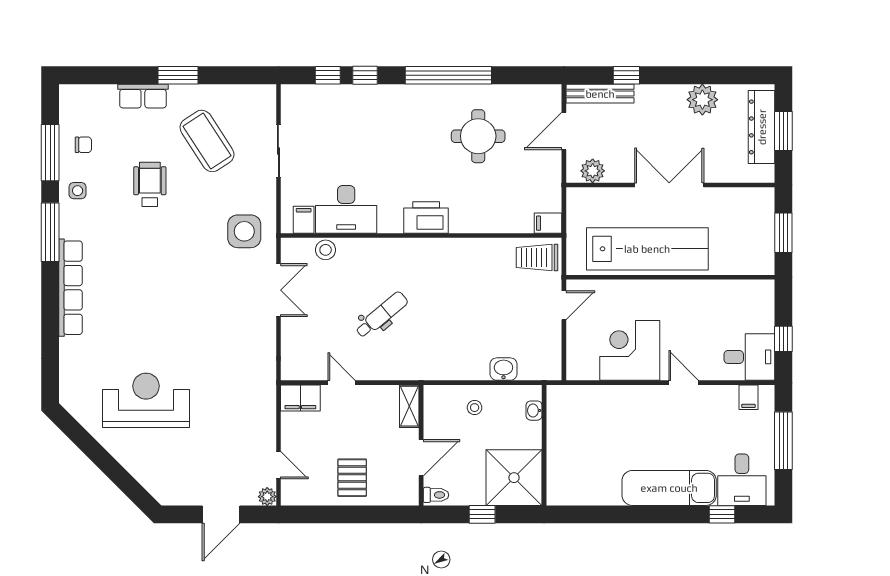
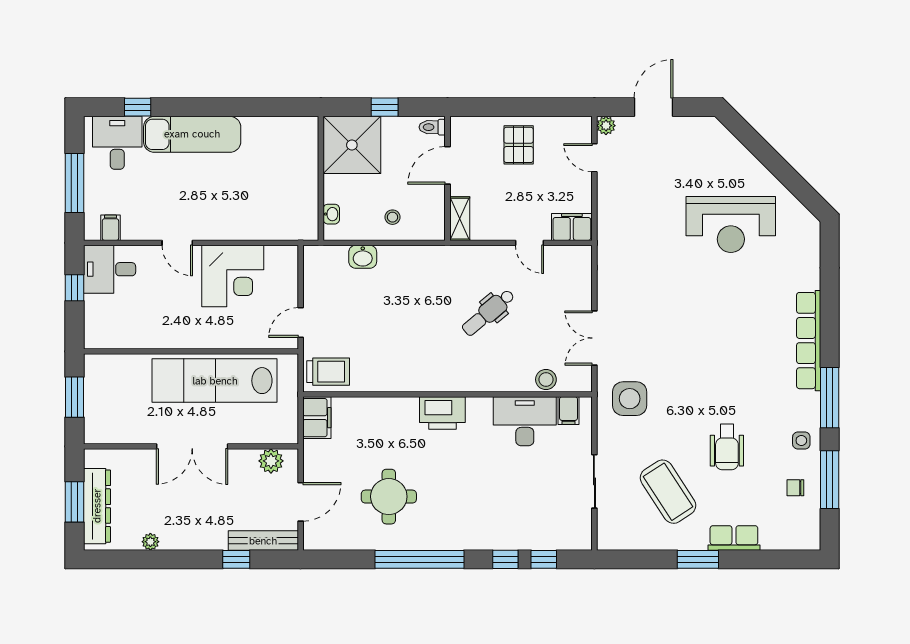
plant: (702, 100) -> (150, 542), width x0.53, depth x0.53
filing cabinet: (548, 223) -> (317, 418), width x2.00

